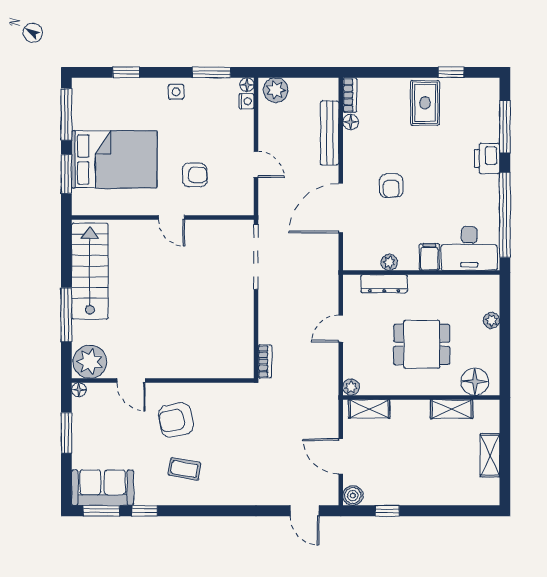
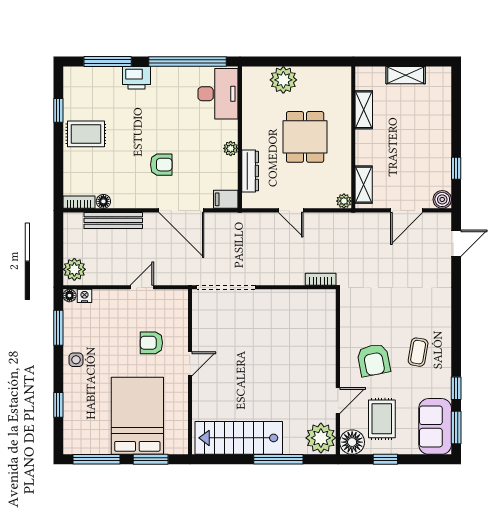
armchair: (195, 175) -> (151, 343), turned -90
filing cabinet: (429, 257) -> (226, 199), moved
plant: (389, 262) -> (231, 148), moved
plant: (492, 320) -> (283, 80), width x1.88, depth x1.88
floor lamp: (475, 382) -> (339, 89), removed
floor lamp: (79, 390) -> (352, 442), width x1.89, depth x1.89
rug: (111, 429) -> (382, 419), added
window: (66, 433) -> (385, 459), width x0.67

